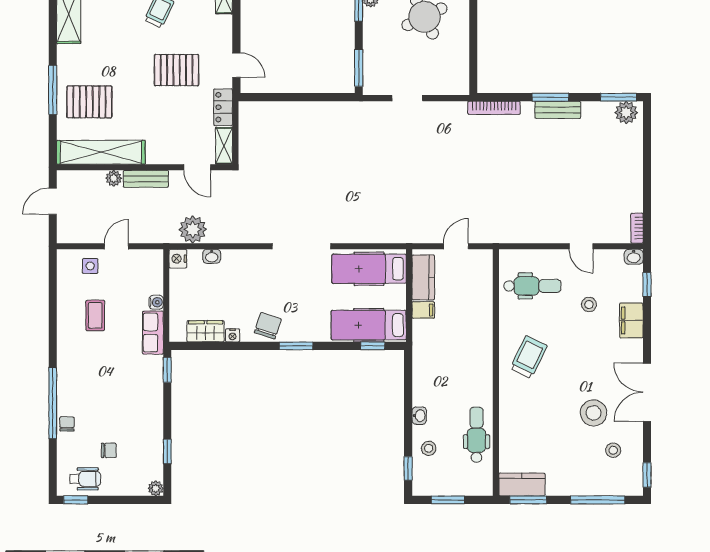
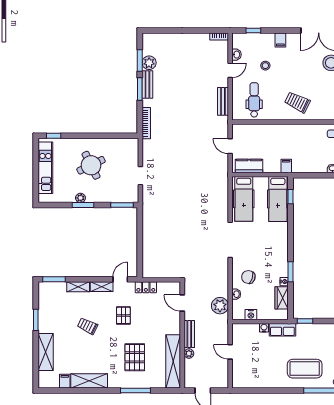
pallet: (177, 70) -> (123, 315), width x0.67, depth x0.71
window: (619, 97) -> (140, 60), moved
pallet: (89, 102) -> (135, 357), moved
plant: (626, 113) -> (149, 63), moved
shelving: (224, 146) -> (102, 287), moved
door: (197, 167) -> (182, 303), swing flipped
bench: (530, 234) -> (223, 101), added
washbasin: (634, 257) -> (236, 55), moved
nightstand: (178, 259) -> (251, 315), moved
side table: (90, 266) -> (242, 368), removed
filing cabinet: (423, 310) -> (286, 166), moved
coffee table: (95, 315) -> (305, 369), moved, width x1.86, depth x1.72
filing cabinet: (631, 320) -> (280, 40), width x0.50
chair: (268, 326) -> (248, 277), moved
window: (296, 346) -> (290, 272), moved

